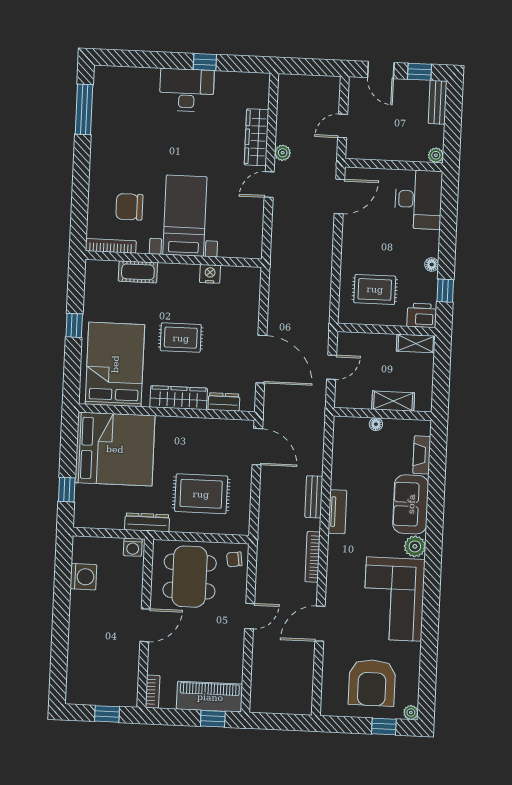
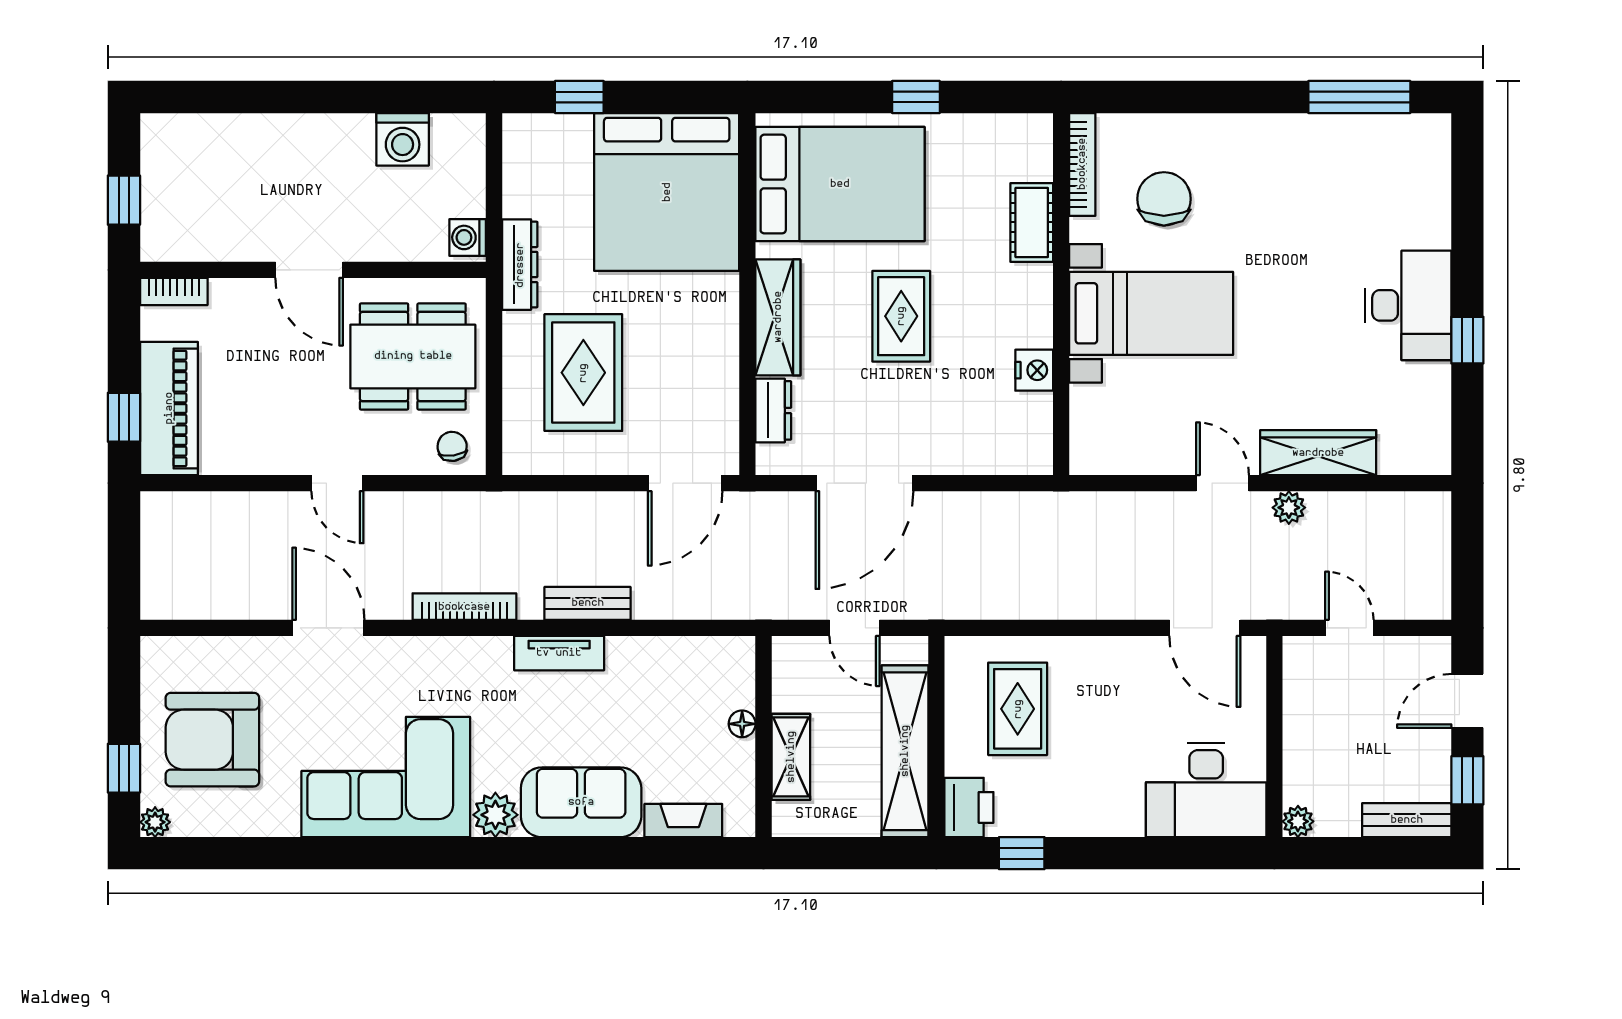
floor lamp: (432, 265) -> (1074, 823), removed
shelving: (416, 343) -> (905, 751), width x2.20, depth x1.33

